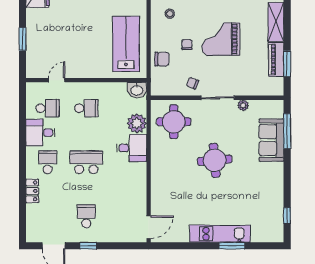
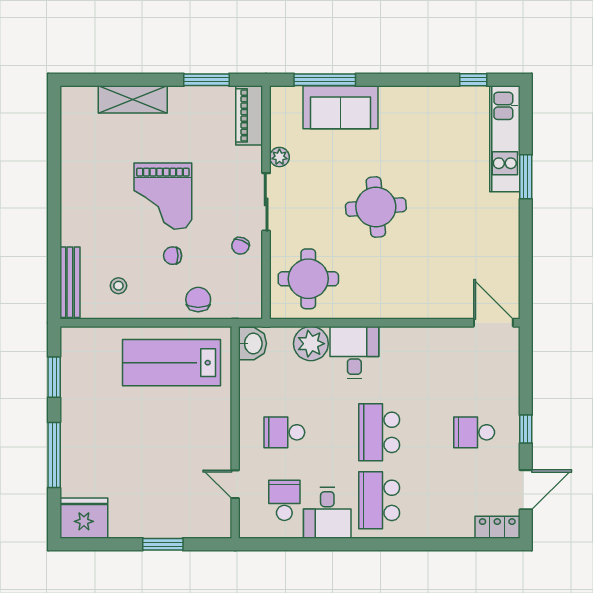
piano: (276, 59) -> (249, 115), moved, turned 90
school desk: (86, 108) -> (284, 432), turned -90
school desk: (48, 162) -> (379, 500), width x1.85
locker: (32, 191) -> (497, 527), moved
kitchen unit: (220, 234) -> (505, 139), moved

